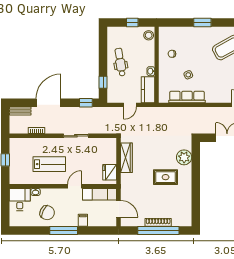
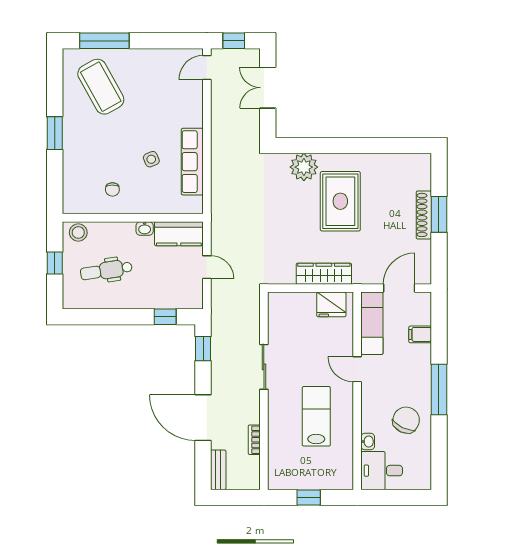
dental chair: (120, 62) -> (106, 270), moved
wardrobe: (126, 158) -> (324, 274), moved
rug: (166, 177) -> (340, 201), width x1.36, depth x1.43
filing cabinet: (83, 220) -> (420, 334), moved
window: (158, 230) -> (439, 214), width x0.47

